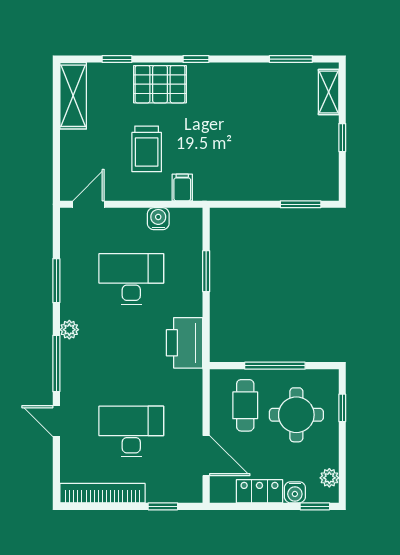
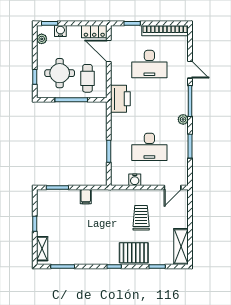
filing cabinet: (182, 187) -> (86, 197), moved
printer: (185, 343) -> (120, 99), moved
locker: (259, 491) -> (94, 32), moved

